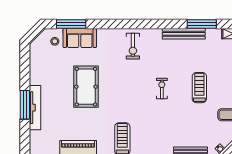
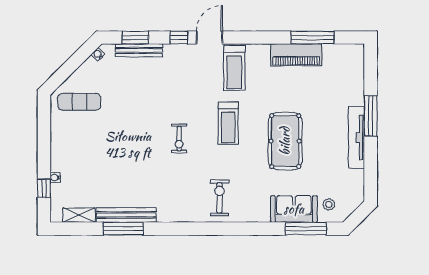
bench: (184, 34) -> (126, 215), moved
treadmill: (199, 88) -> (228, 123), moved
tv unit: (35, 108) -> (357, 138), moved

